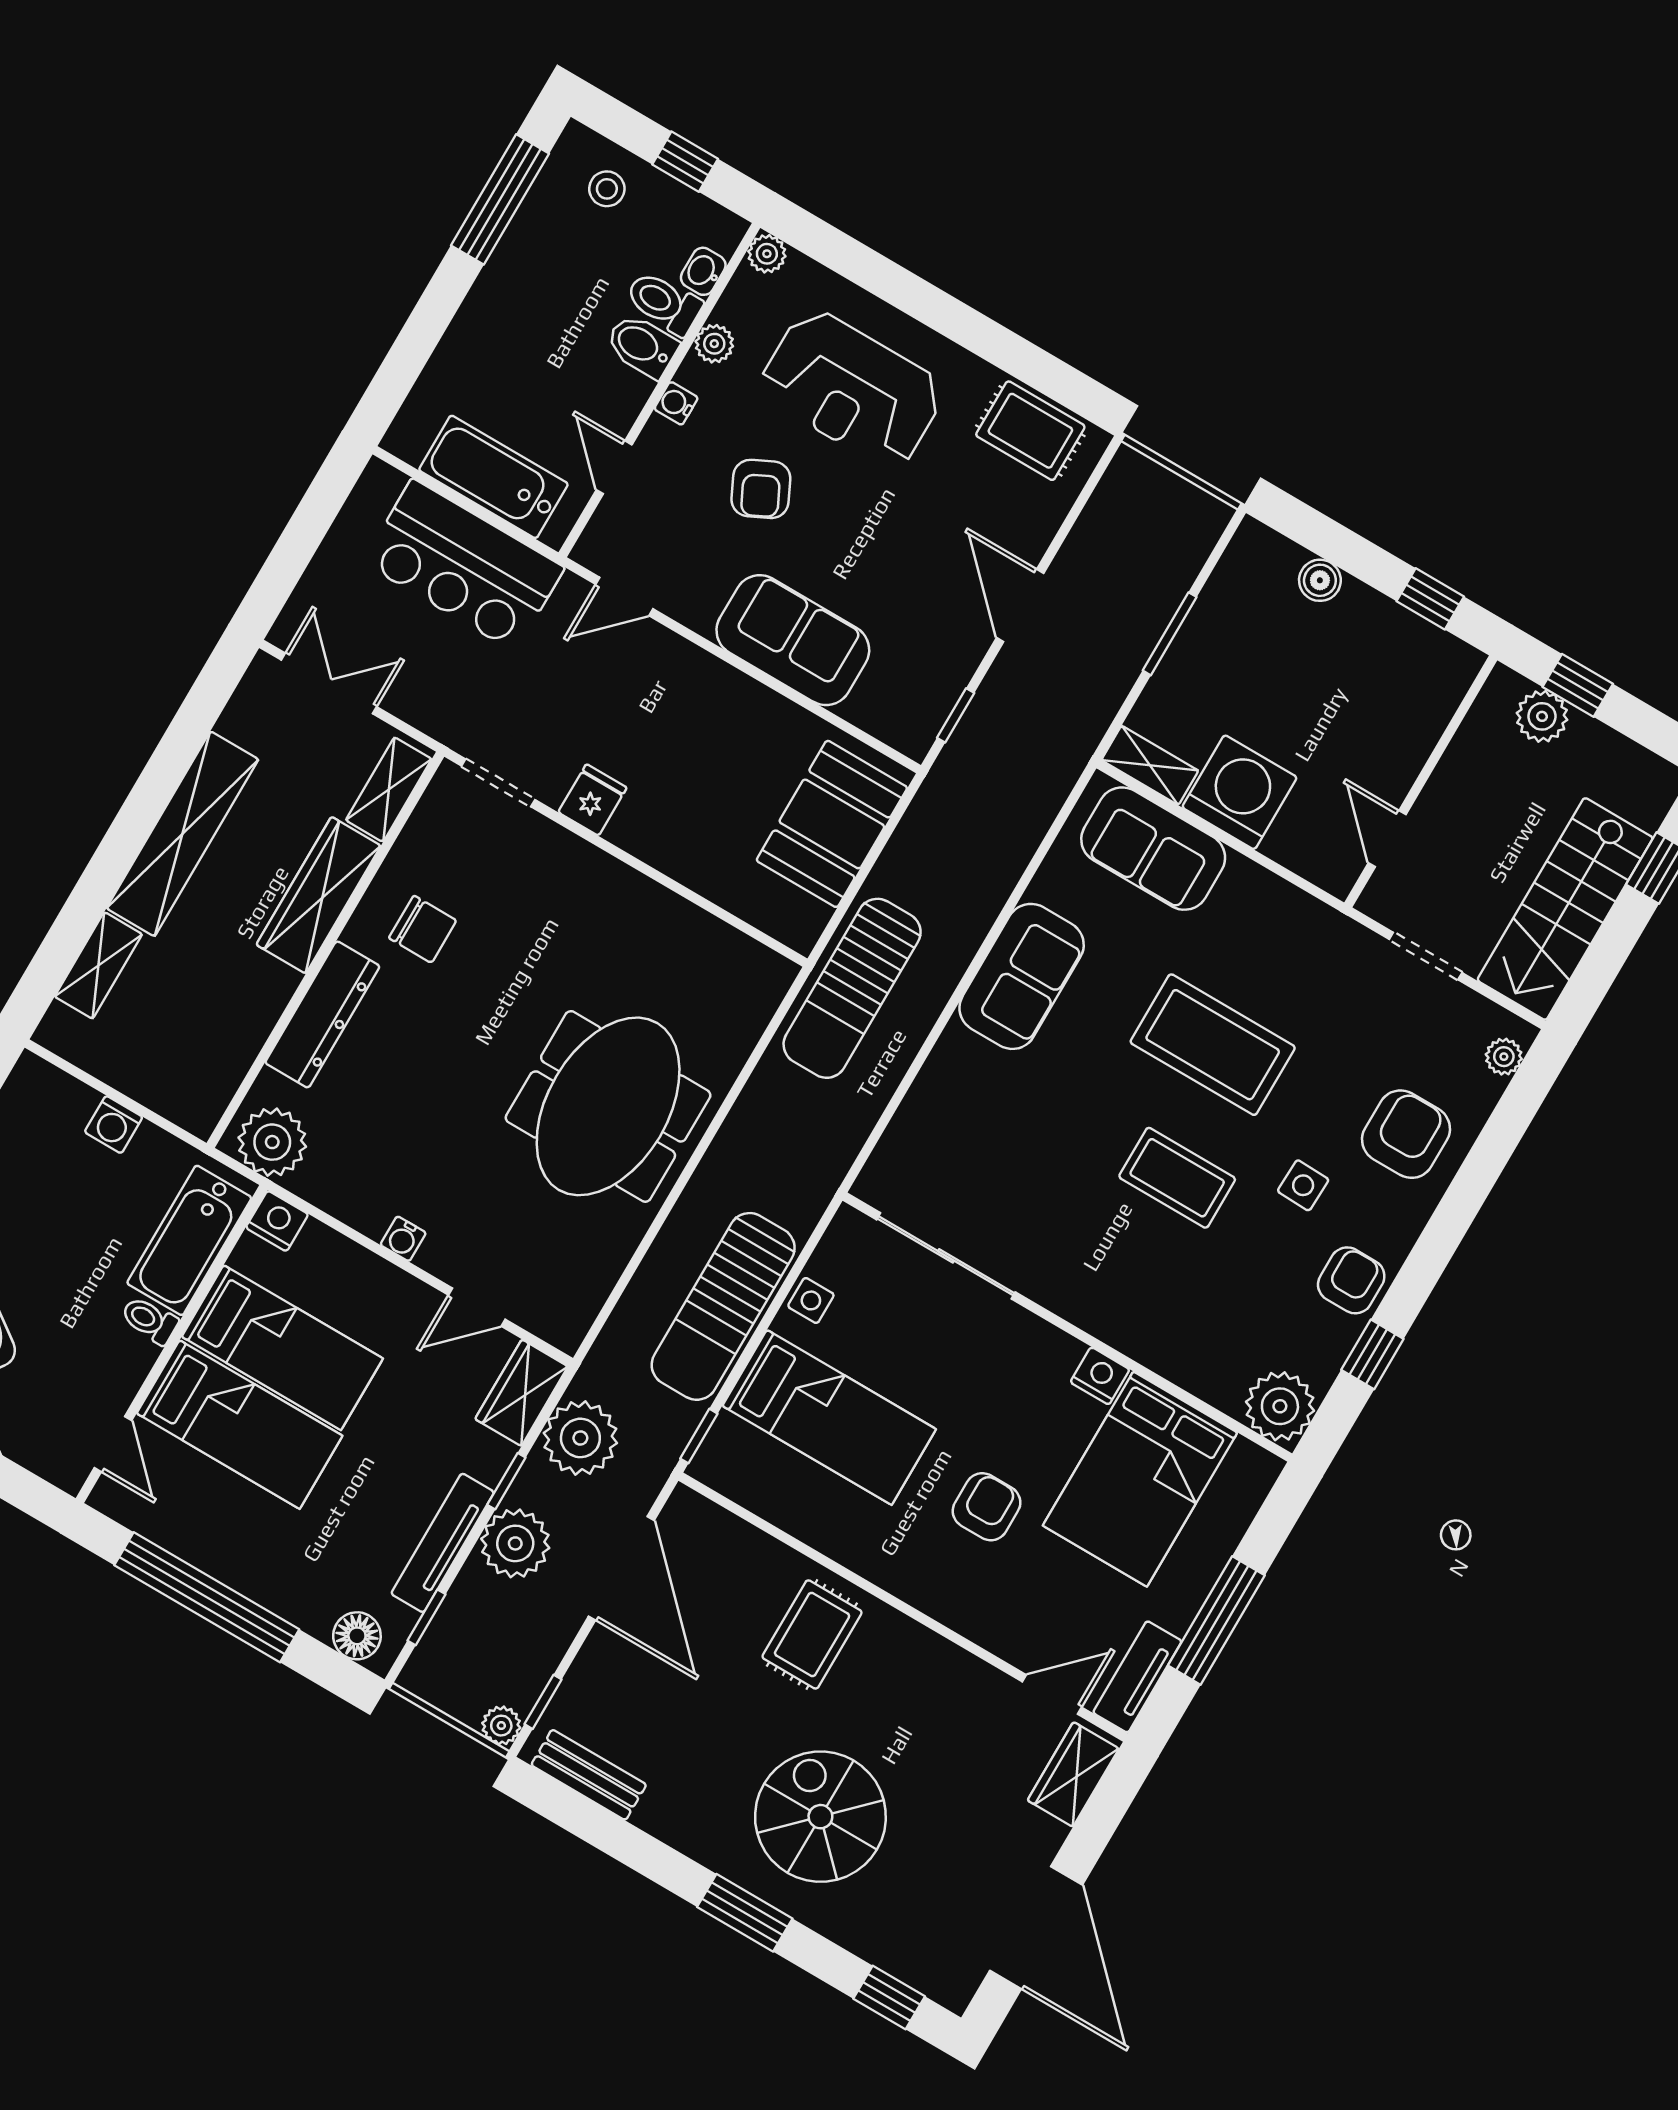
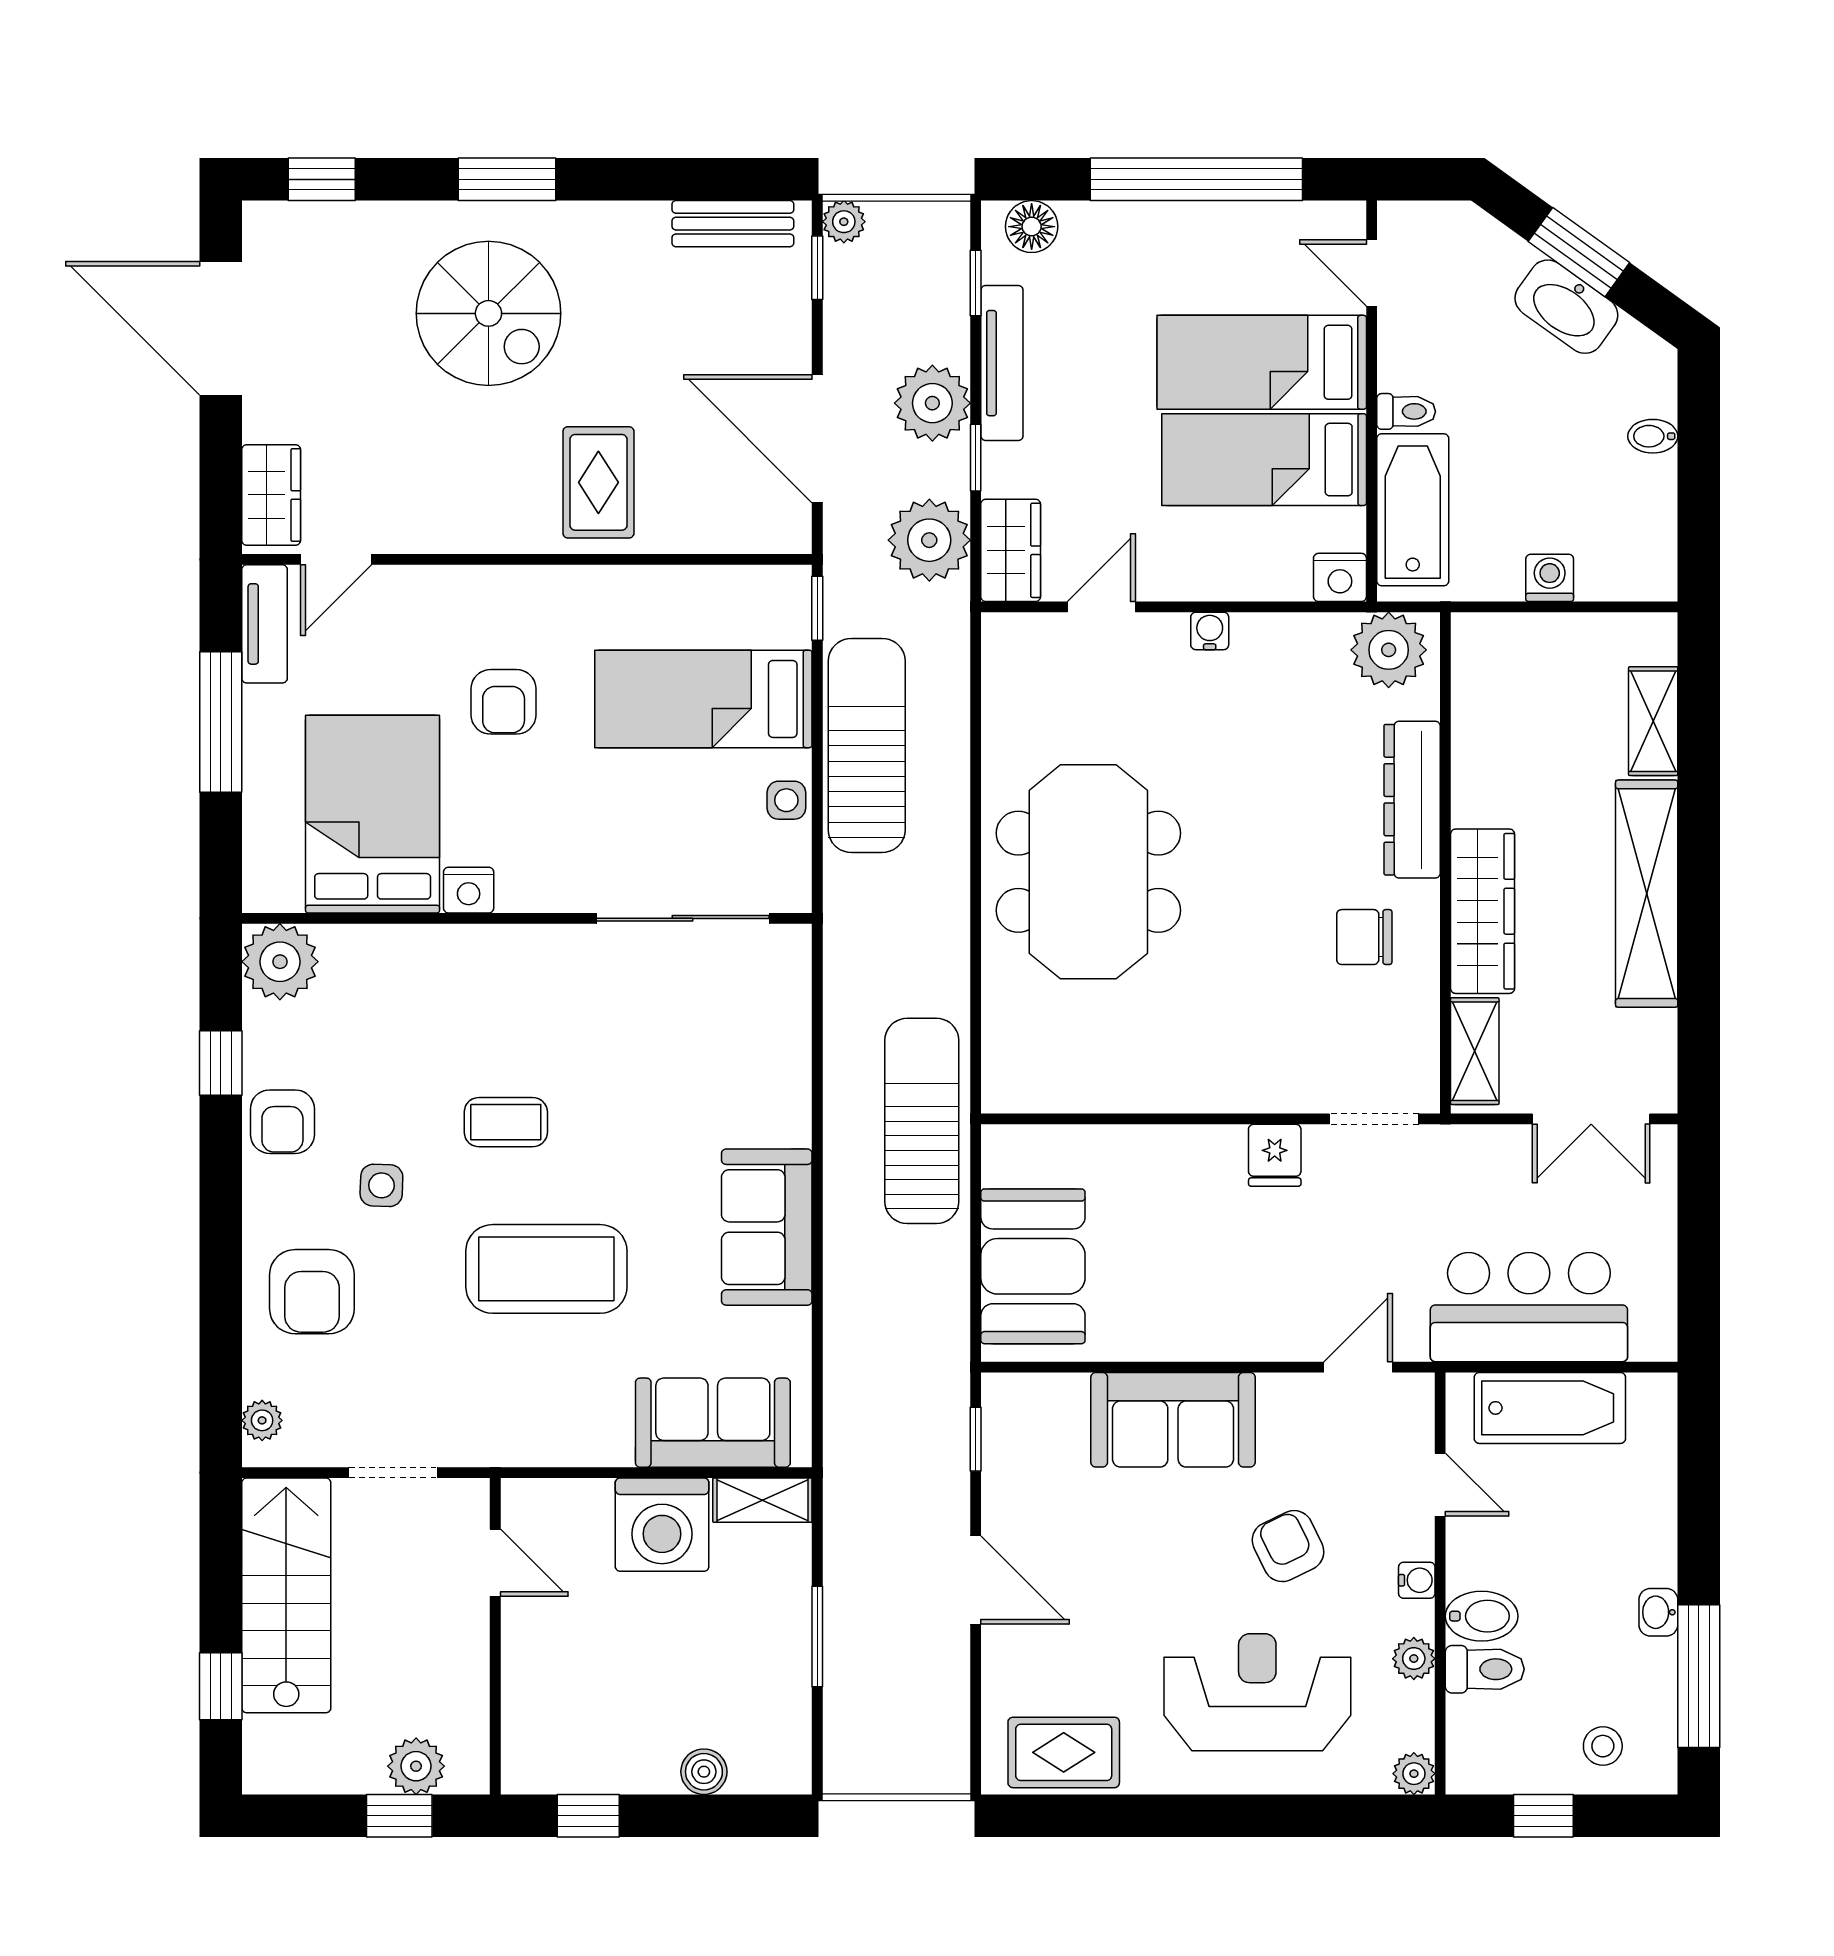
washbasin: (703, 271) -> (1658, 1612), moved, turned 180
coffee table: (1177, 1178) -> (506, 1122), width x0.73, depth x0.77

